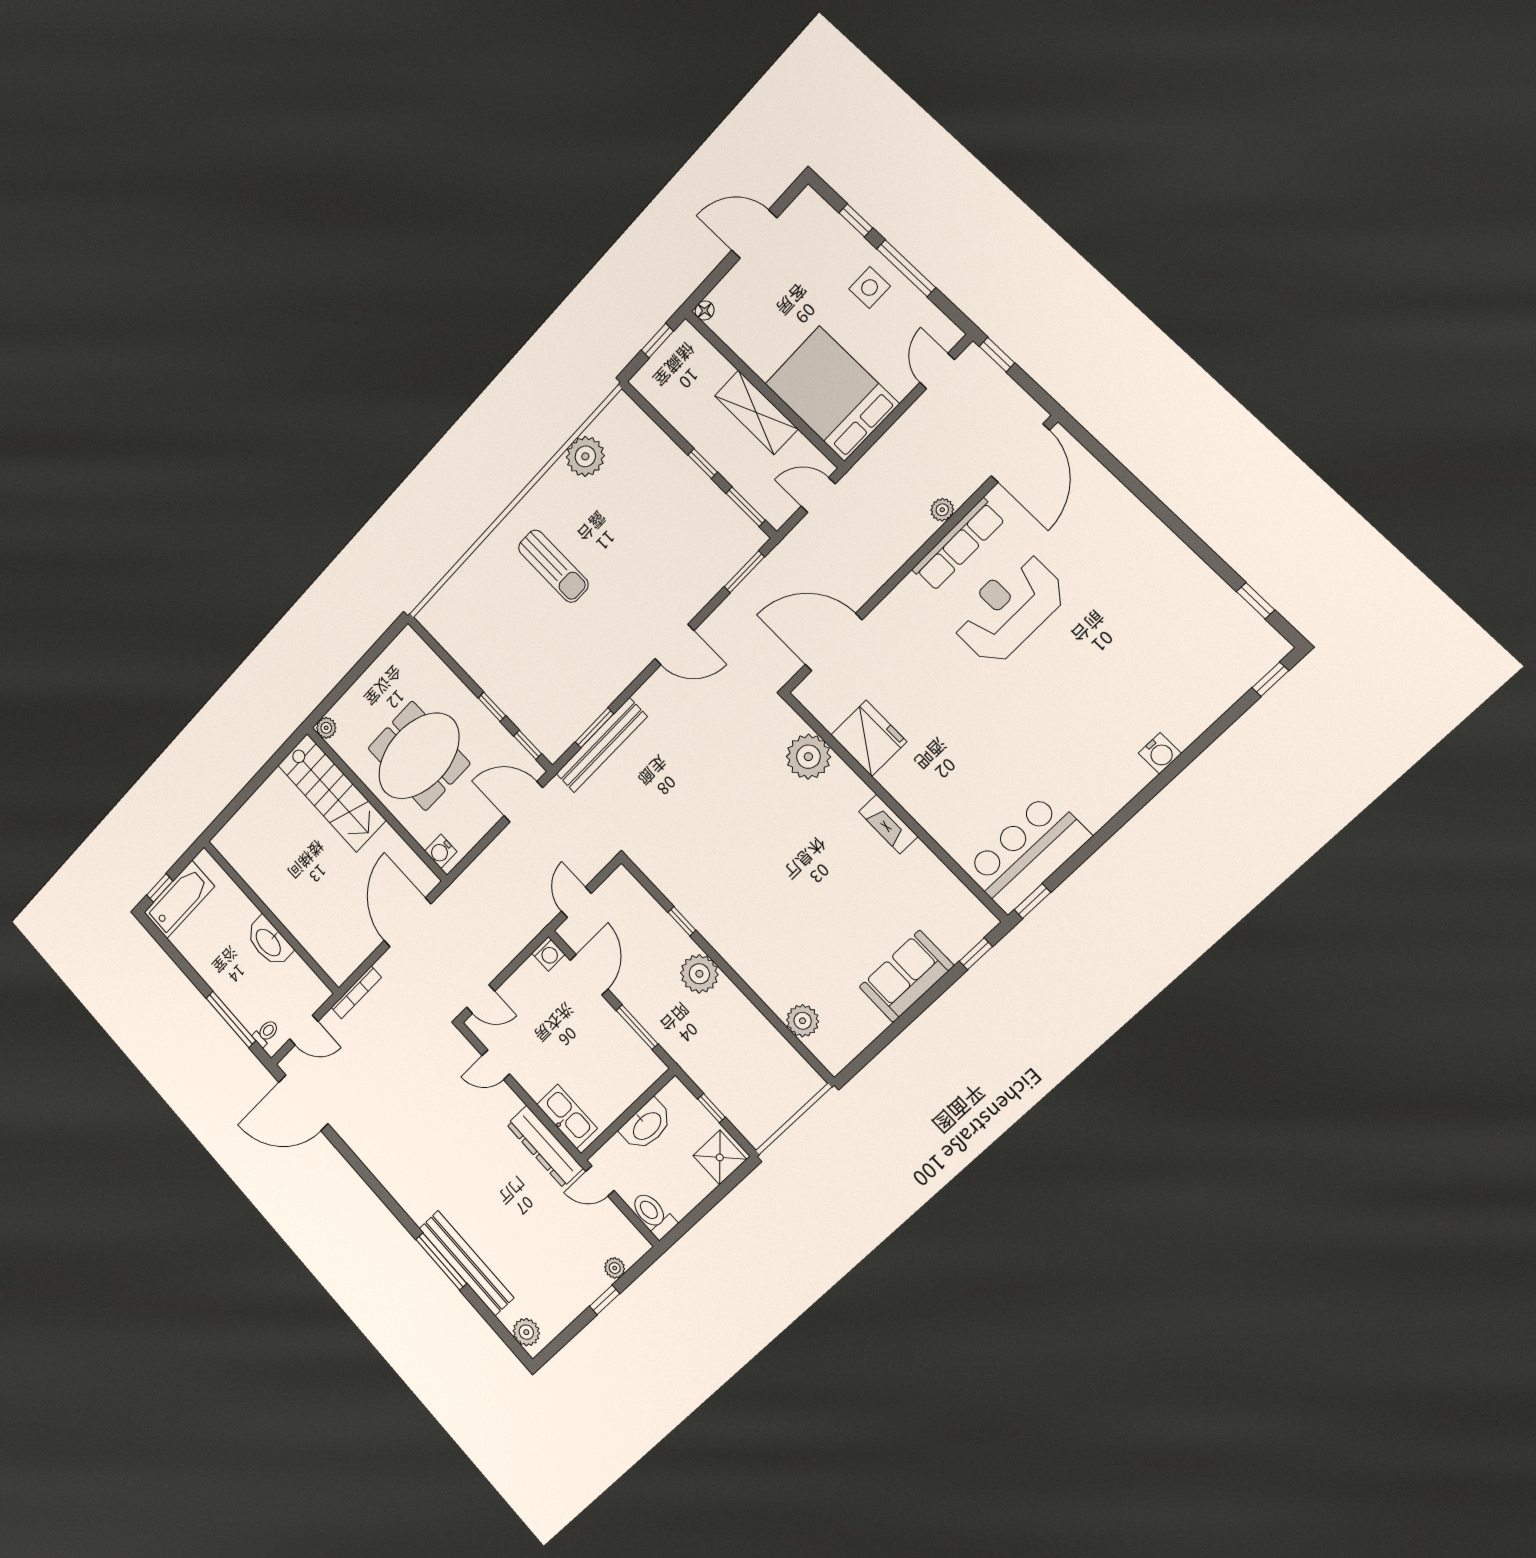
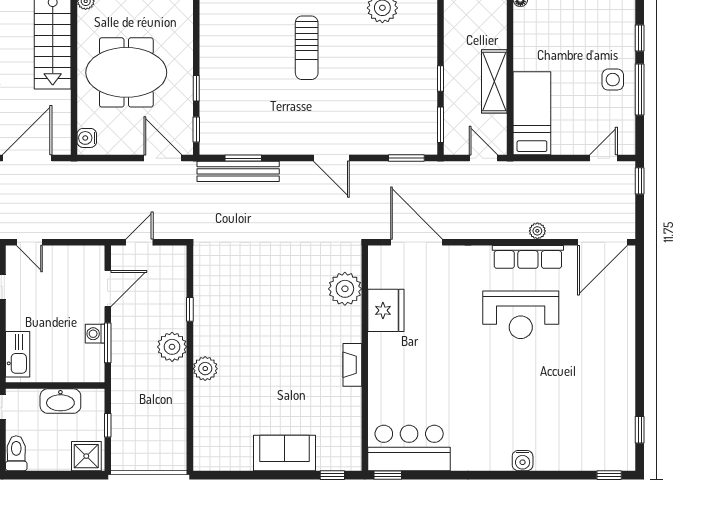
bed: (832, 394) -> (532, 113), width x0.67
reception desk: (1009, 609) -> (521, 315), turned 180
washing machine: (548, 954) -> (95, 334), moved, turned 90
plant: (803, 1021) -> (205, 369), moved

